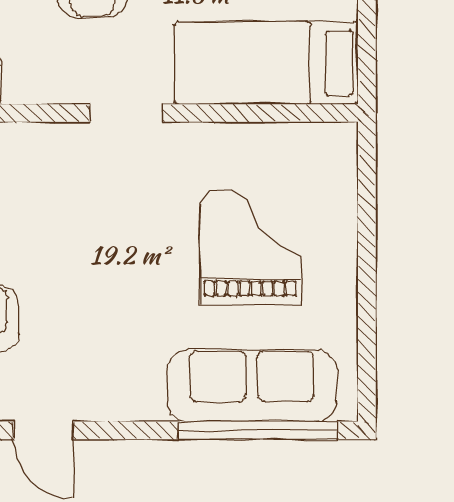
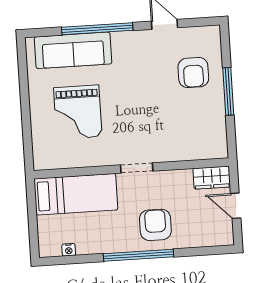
window: (258, 430) -> (97, 29), moved

